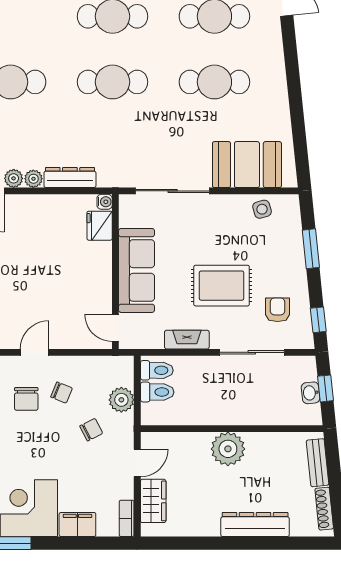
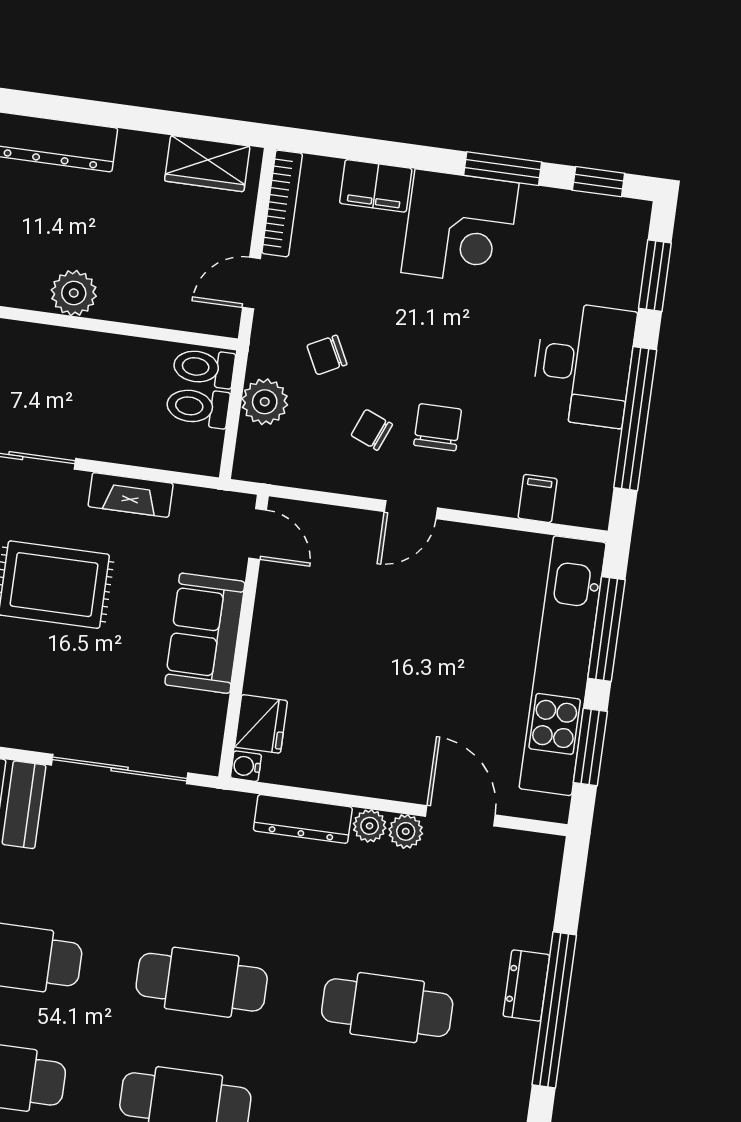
sofa: (137, 270) -> (205, 633), width x0.73
toilet: (157, 370) -> (204, 368), moved
plant: (228, 449) -> (74, 293), width x0.73, depth x0.73
wardrobe: (153, 501) -> (207, 164), moved, turned -90
bookcase: (127, 518) -> (282, 203), width x1.56

